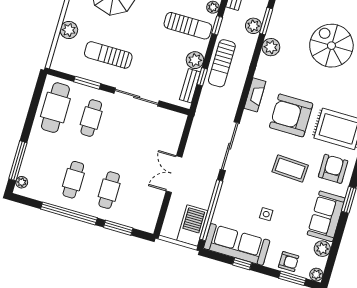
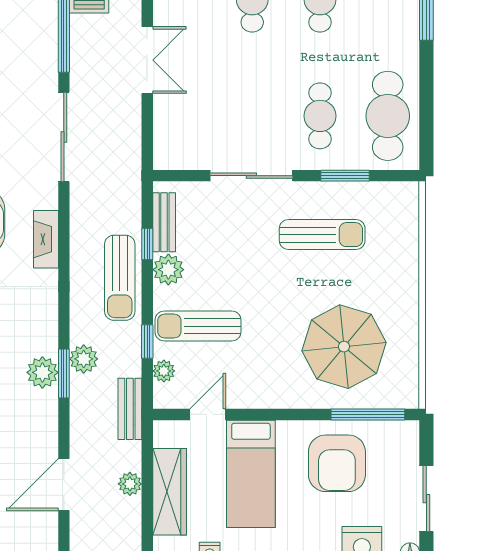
plant: (69, 30) -> (404, 258), removed
plant: (271, 47) -> (42, 372), moved
sun lounger: (222, 63) -> (120, 278), turned 180

